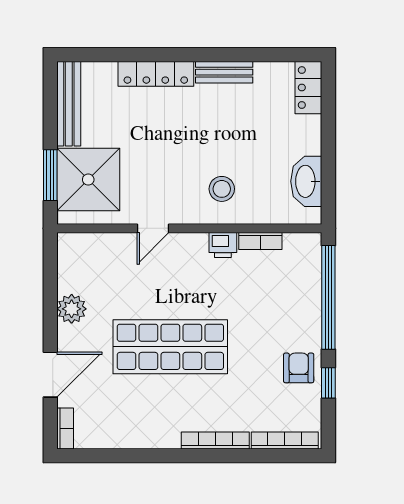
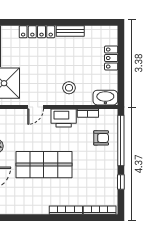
locker: (308, 88) -> (111, 58), moved
washbasin: (306, 181) -> (105, 98), moved, turned 90
printer: (223, 245) -> (64, 118), width x1.87, depth x1.48
armchair: (299, 368) -> (101, 138), moved, turned 90

